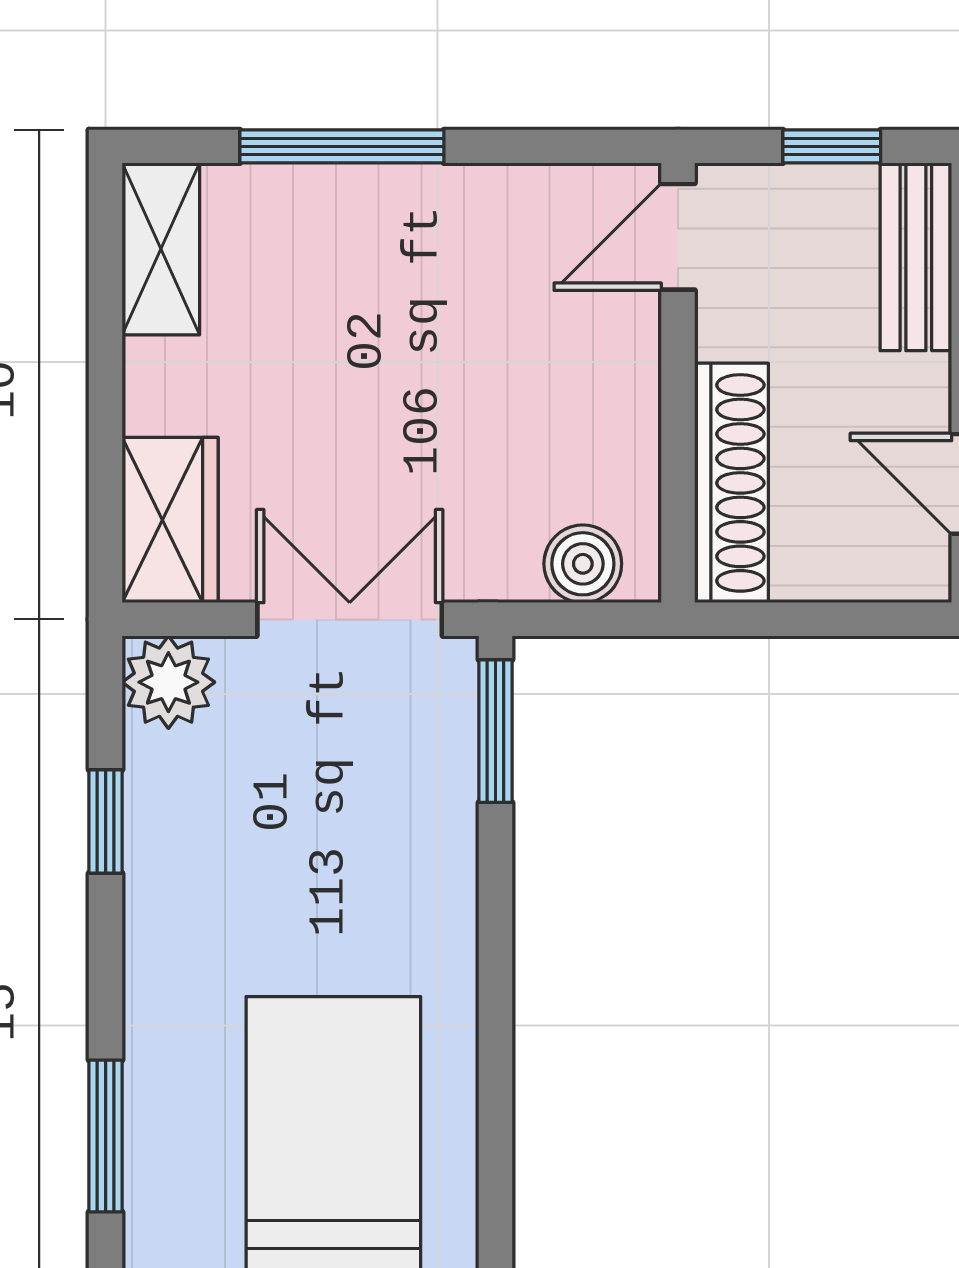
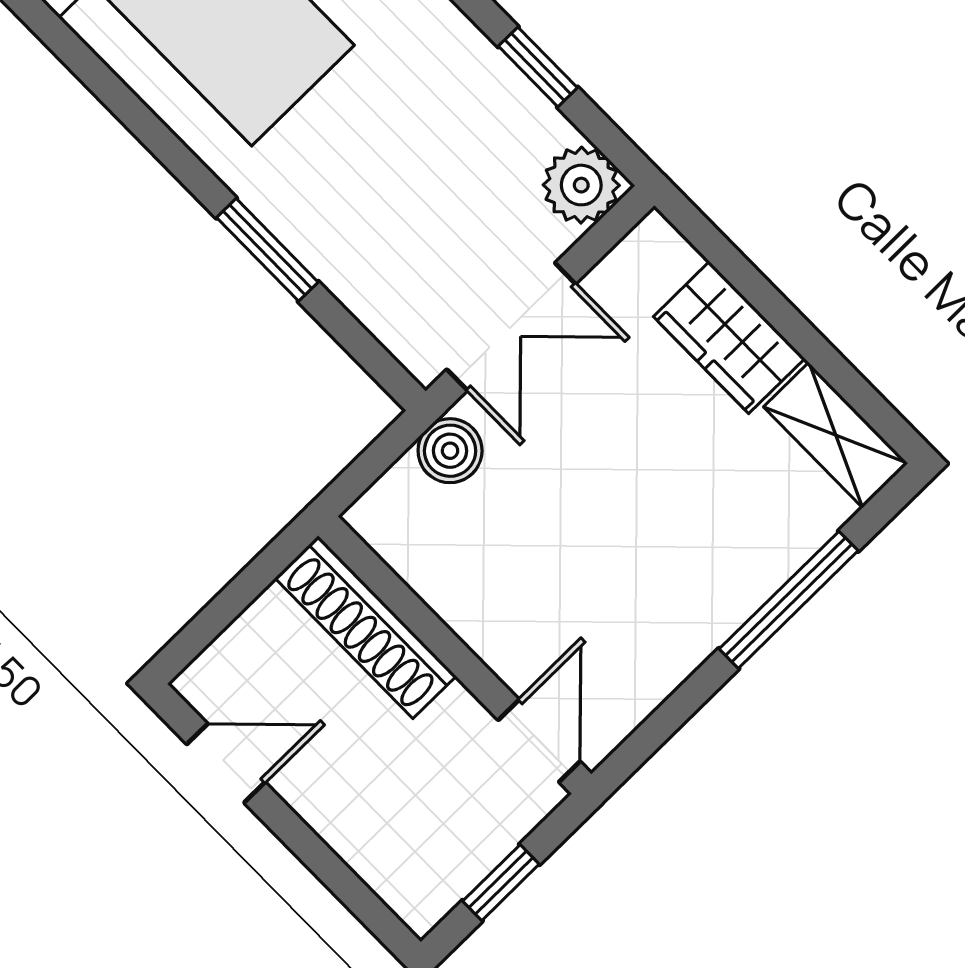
bench: (916, 257) -> (388, 866), removed
wardrobe: (170, 520) -> (729, 337), moved
boiler: (583, 564) -> (450, 451), moved
window: (495, 731) -> (267, 250), moved

